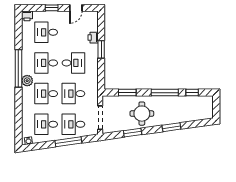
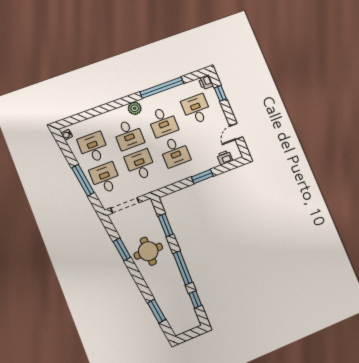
window: (52, 8) -> (220, 93), moved
door: (76, 8) -> (236, 131), hinge flipped
printer: (93, 38) -> (225, 158), moved
desk: (46, 63) -> (163, 122), turned 180
window: (18, 68) -> (162, 88), moved
desk: (46, 94) -> (128, 135), turned 180
window: (171, 127) -> (157, 311), moved

